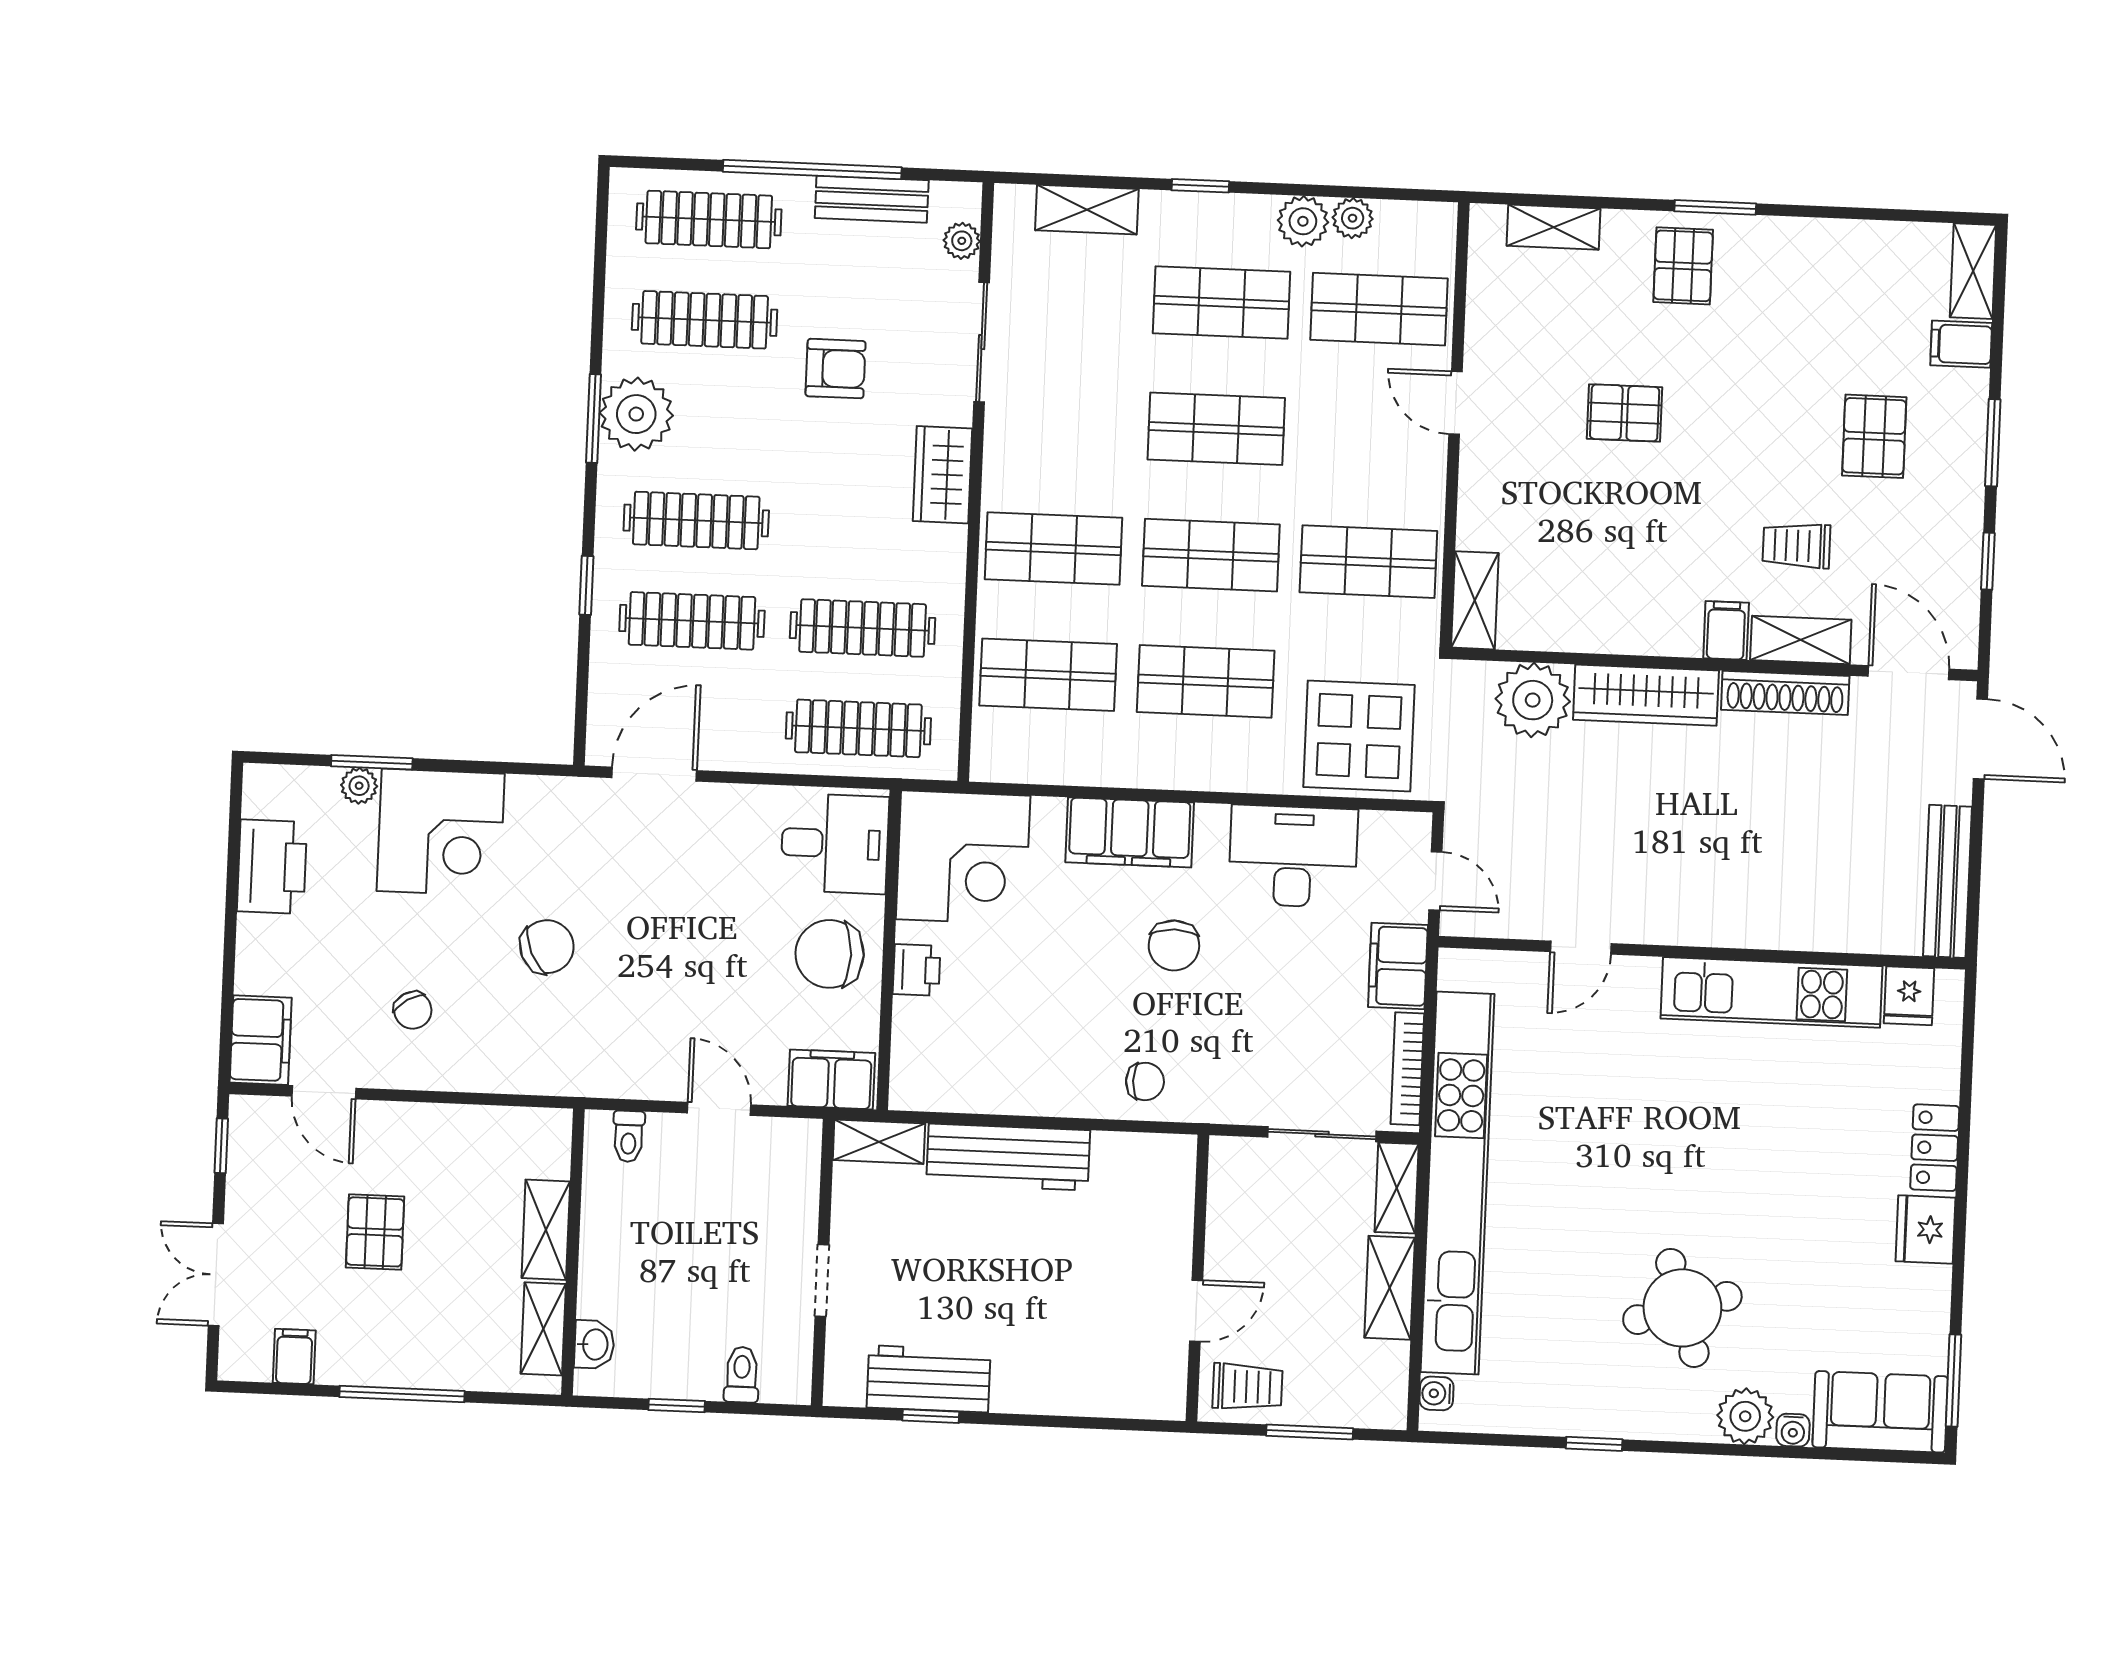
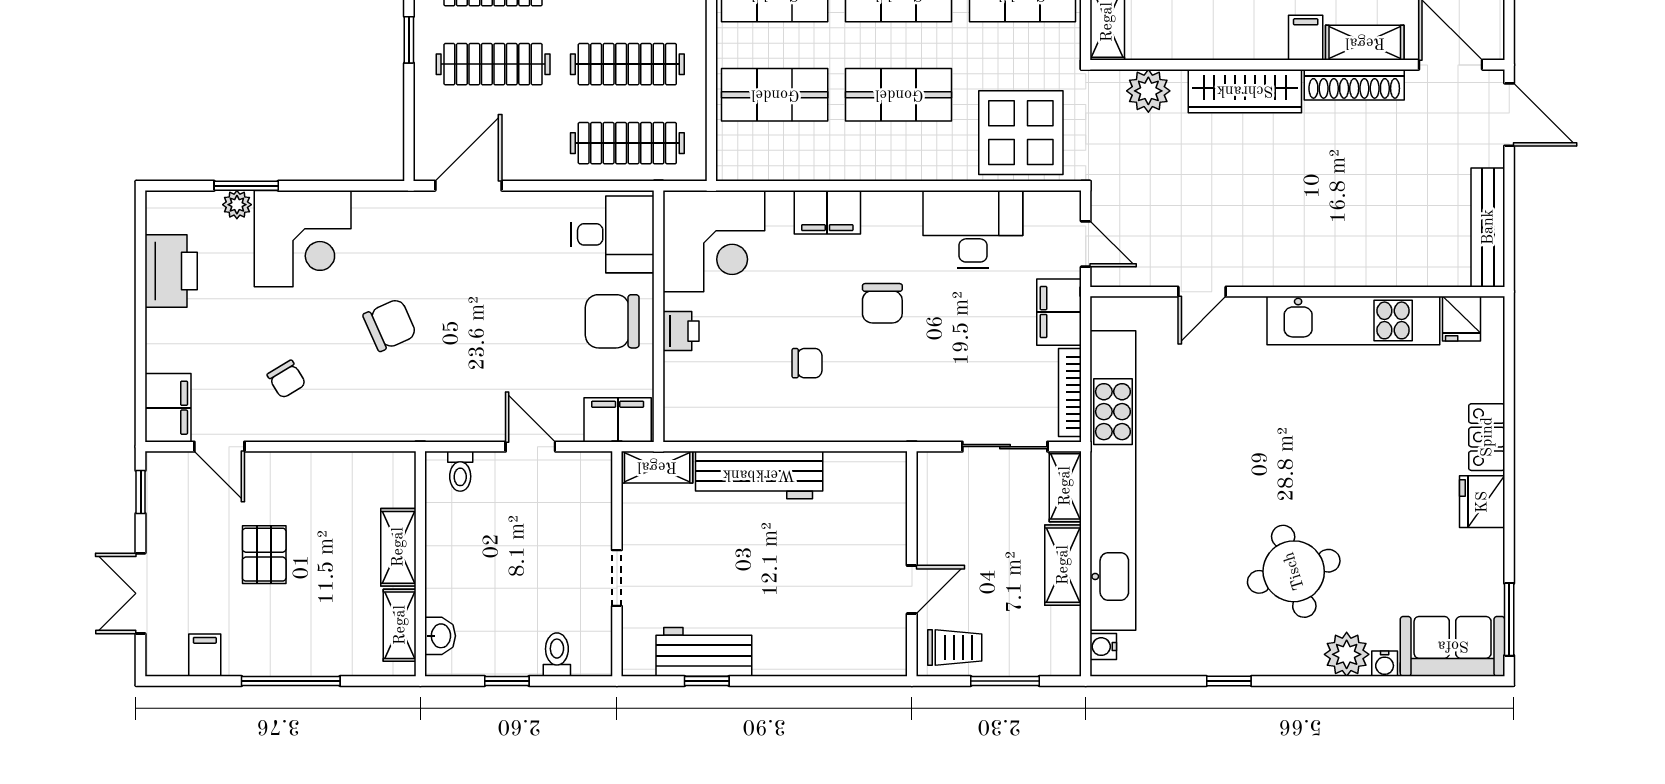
plant: (1533, 700) -> (1148, 91), width x0.73, depth x0.73
filing cabinet: (1130, 832) -> (827, 212), width x0.67, depth x0.86
chair: (1145, 1081) -> (807, 363), moved

